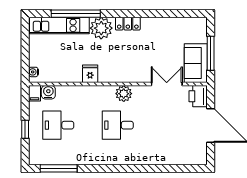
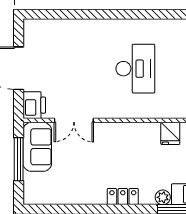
plant: (101, 28) -> (163, 197), width x0.53, depth x0.53
plant: (124, 94) -> (128, 108), removed
desk: (118, 125) -> (135, 69), width x1.37

